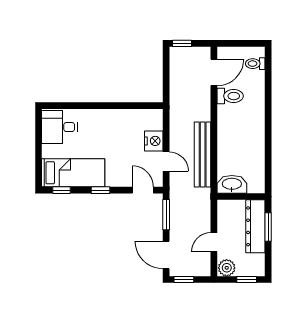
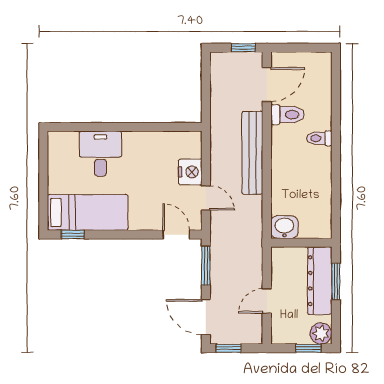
window: (182, 43) -> (243, 48), moved
toilet: (255, 64) -> (319, 138), moved
desk: (59, 127) -> (100, 154), moved, turned 90
bench: (203, 154) -> (252, 153), moved
washbasin: (232, 184) -> (284, 227), width x0.72
window: (100, 190) -> (122, 235), removed
plant: (227, 268) -> (321, 333), moved

